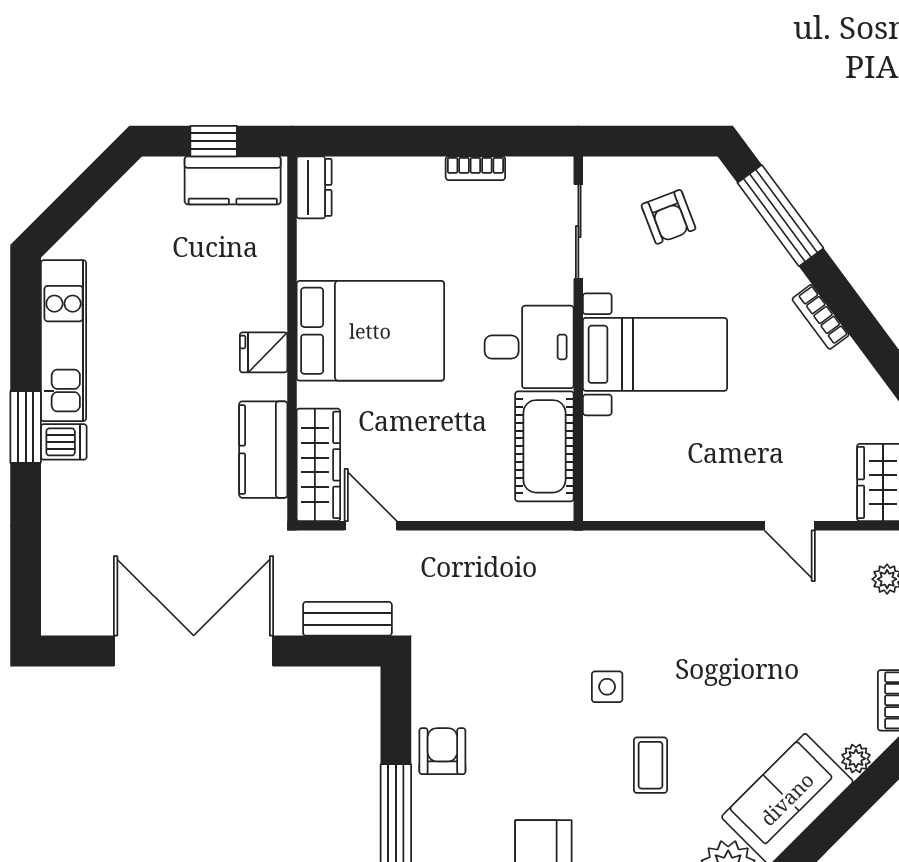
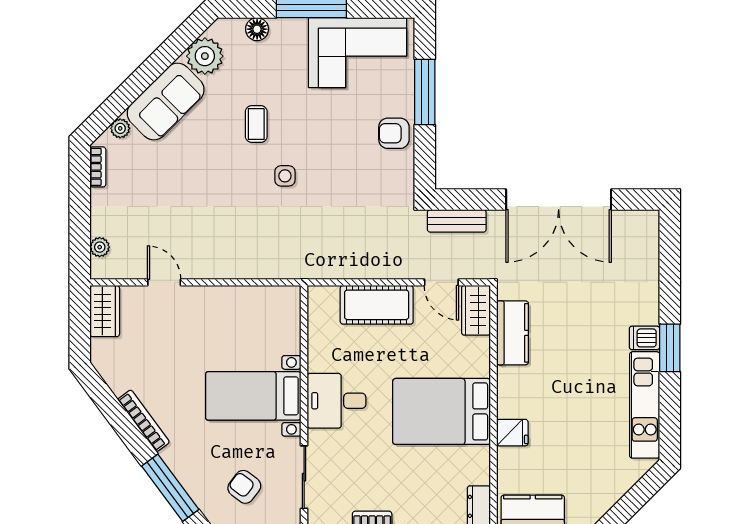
armchair: (668, 217) -> (244, 487), turned -32
bookcase: (821, 317) -> (144, 421), width x1.56
fridge: (264, 352) -> (512, 433), moved
cot: (544, 446) -> (377, 305), moved, turned 90
wardrobe: (318, 465) -> (476, 310), width x0.67
armchair: (442, 751) -> (394, 133), turned 90

